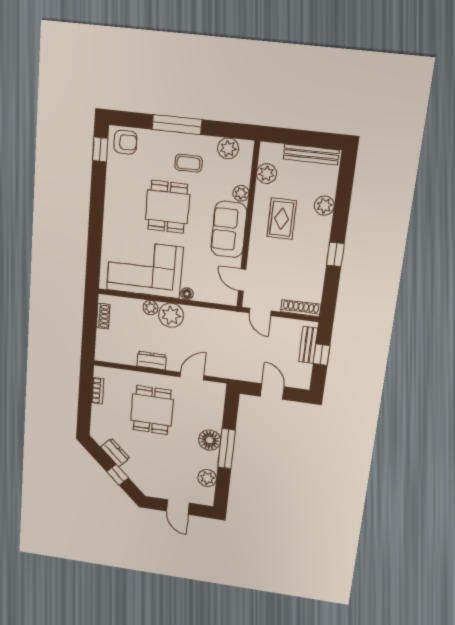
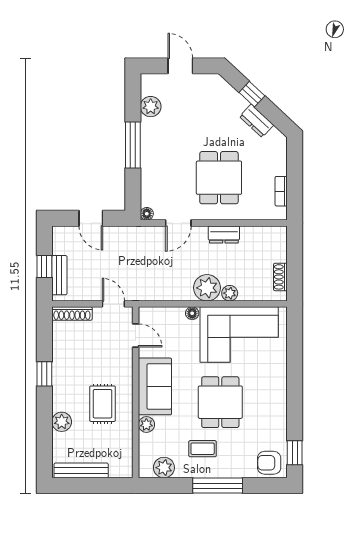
plant: (267, 174) -> (123, 447), removed
floor lamp: (210, 440) -> (147, 214), moved, width x0.53, depth x0.53

